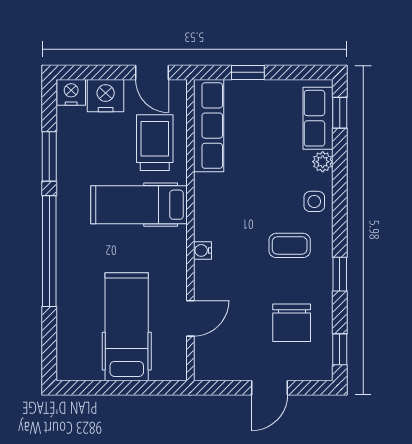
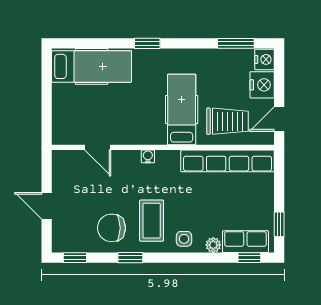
window: (248, 72) -> (279, 224), moved
row of seats: (209, 126) -> (228, 161), width x1.36
window: (49, 156) -> (236, 43), moved
coffee table: (290, 245) -> (152, 221), width x1.36, depth x1.30
window: (49, 251) -> (147, 43), width x0.32
chair: (292, 323) -> (112, 228), moved
hospital bed: (127, 327) -> (92, 66), moved

